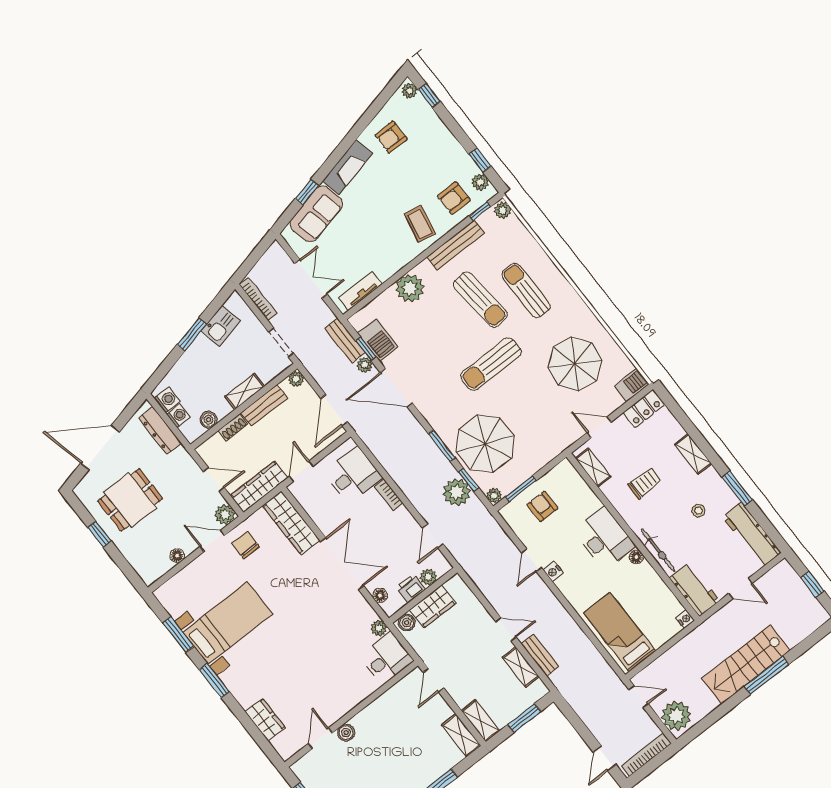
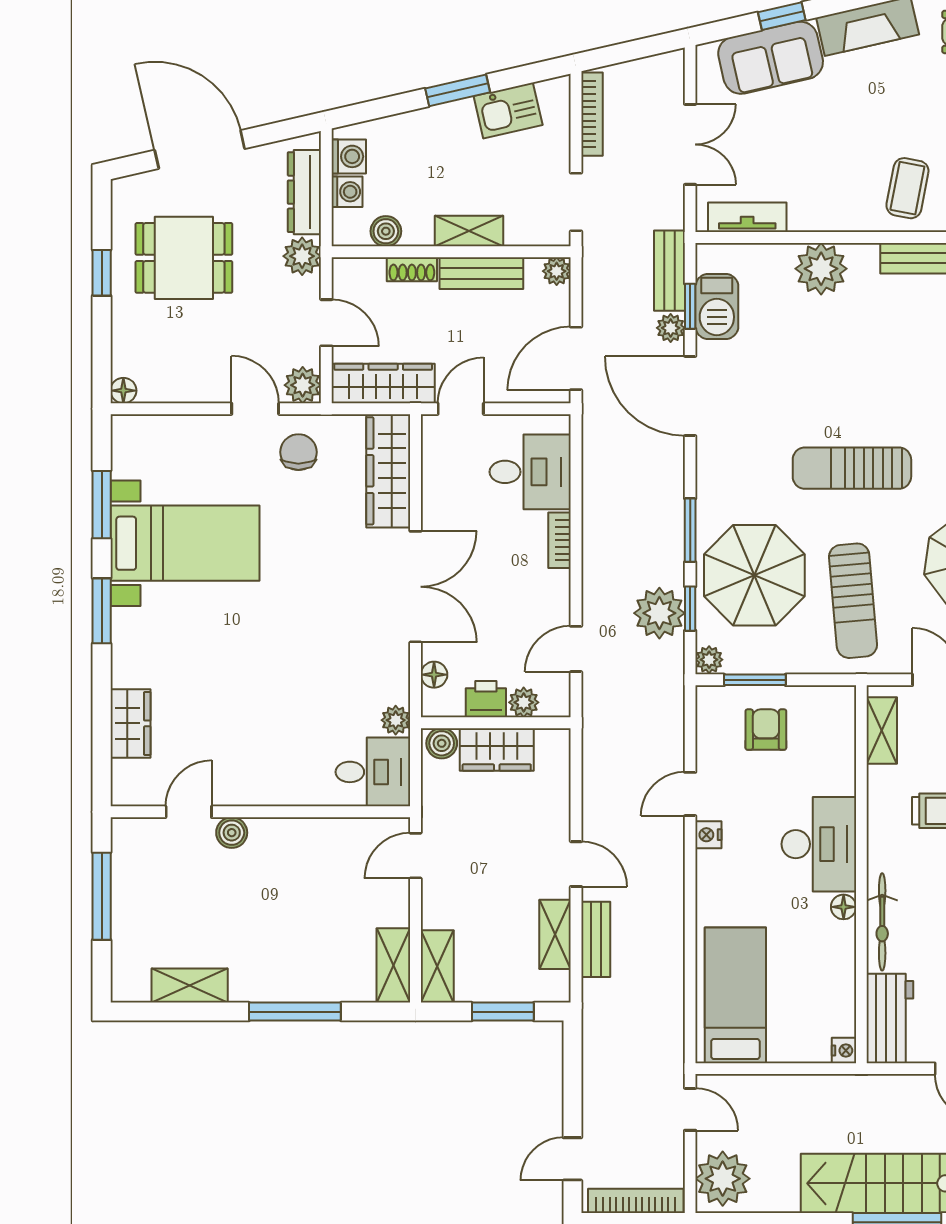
sun lounger: (480, 300) -> (853, 601), moved
plant: (181, 459) -> (302, 256), added
floor lamp: (177, 556) -> (123, 391), moved

